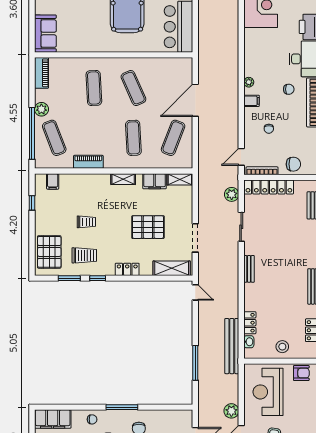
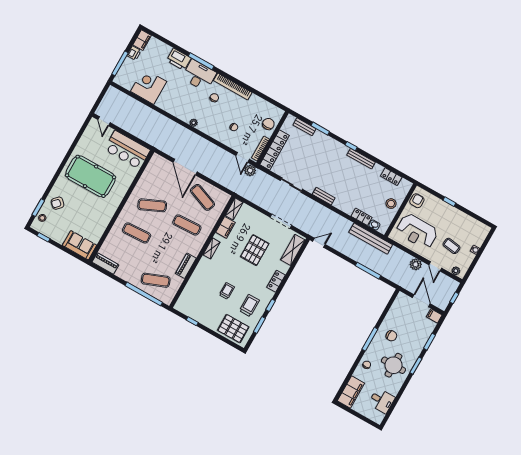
filing cabinet: (252, 101) -> (208, 128), removed
plant: (41, 109) -> (131, 278), removed
filing cabinet: (53, 181) -> (185, 298), removed
plant: (232, 194) -> (250, 170), moved

